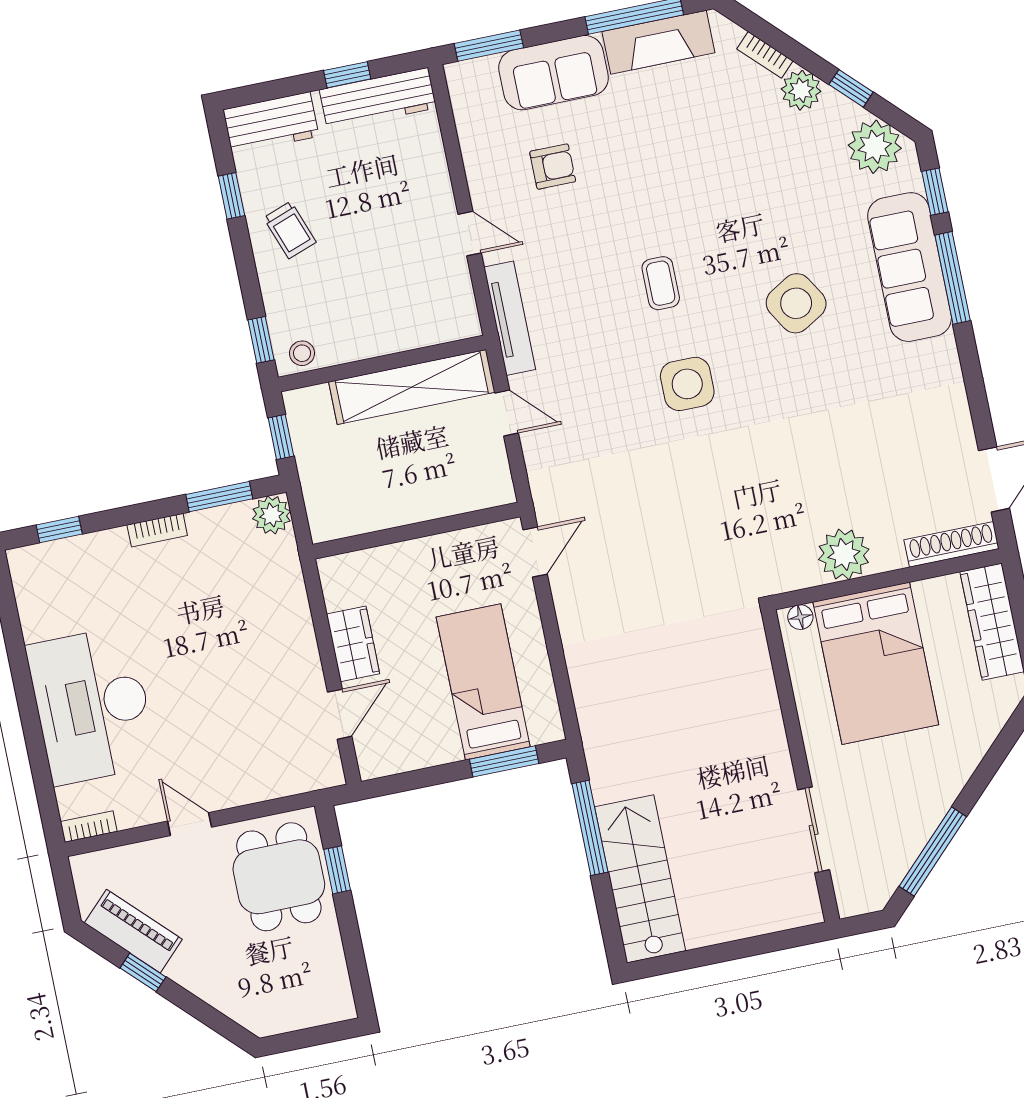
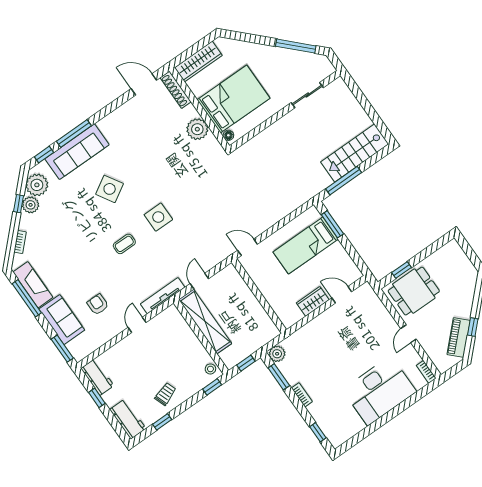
plant: (801, 90) -> (31, 205), moved
workbench: (378, 99) -> (97, 377), width x0.73

